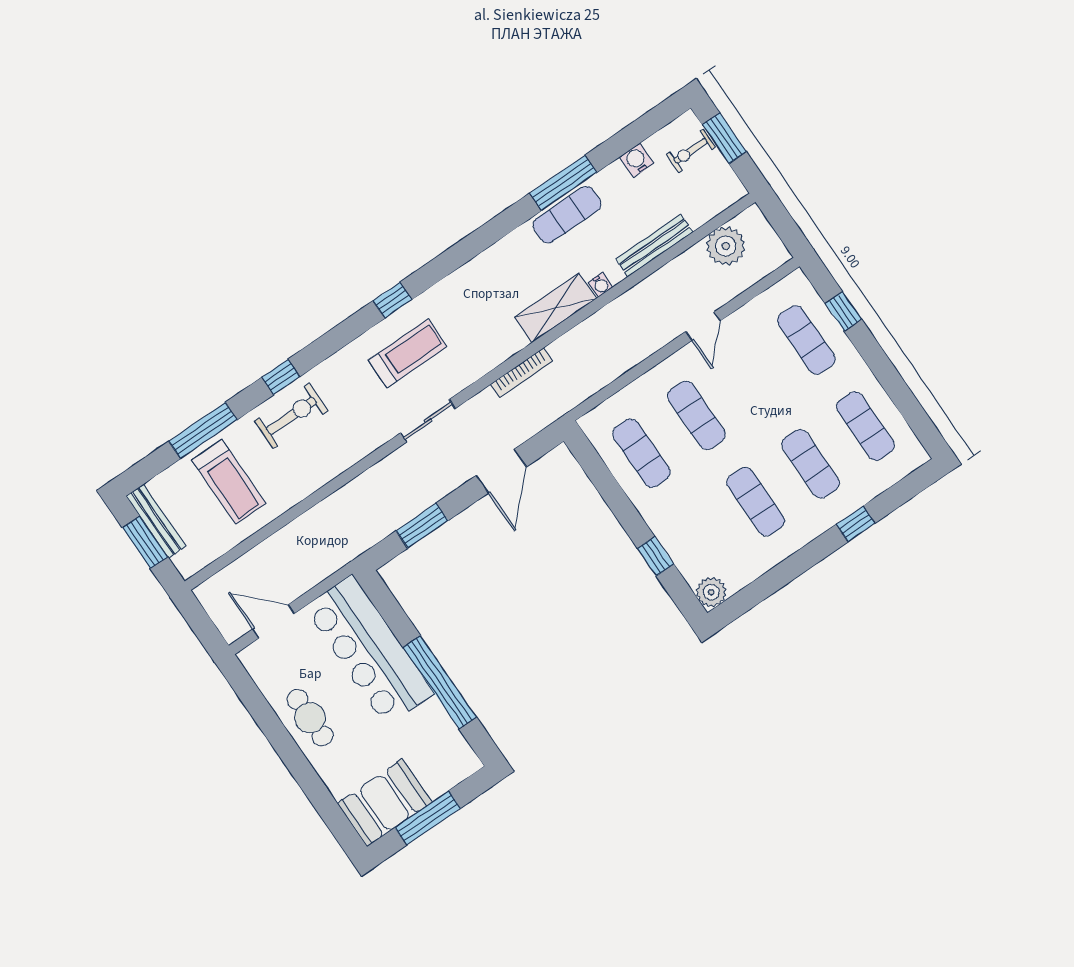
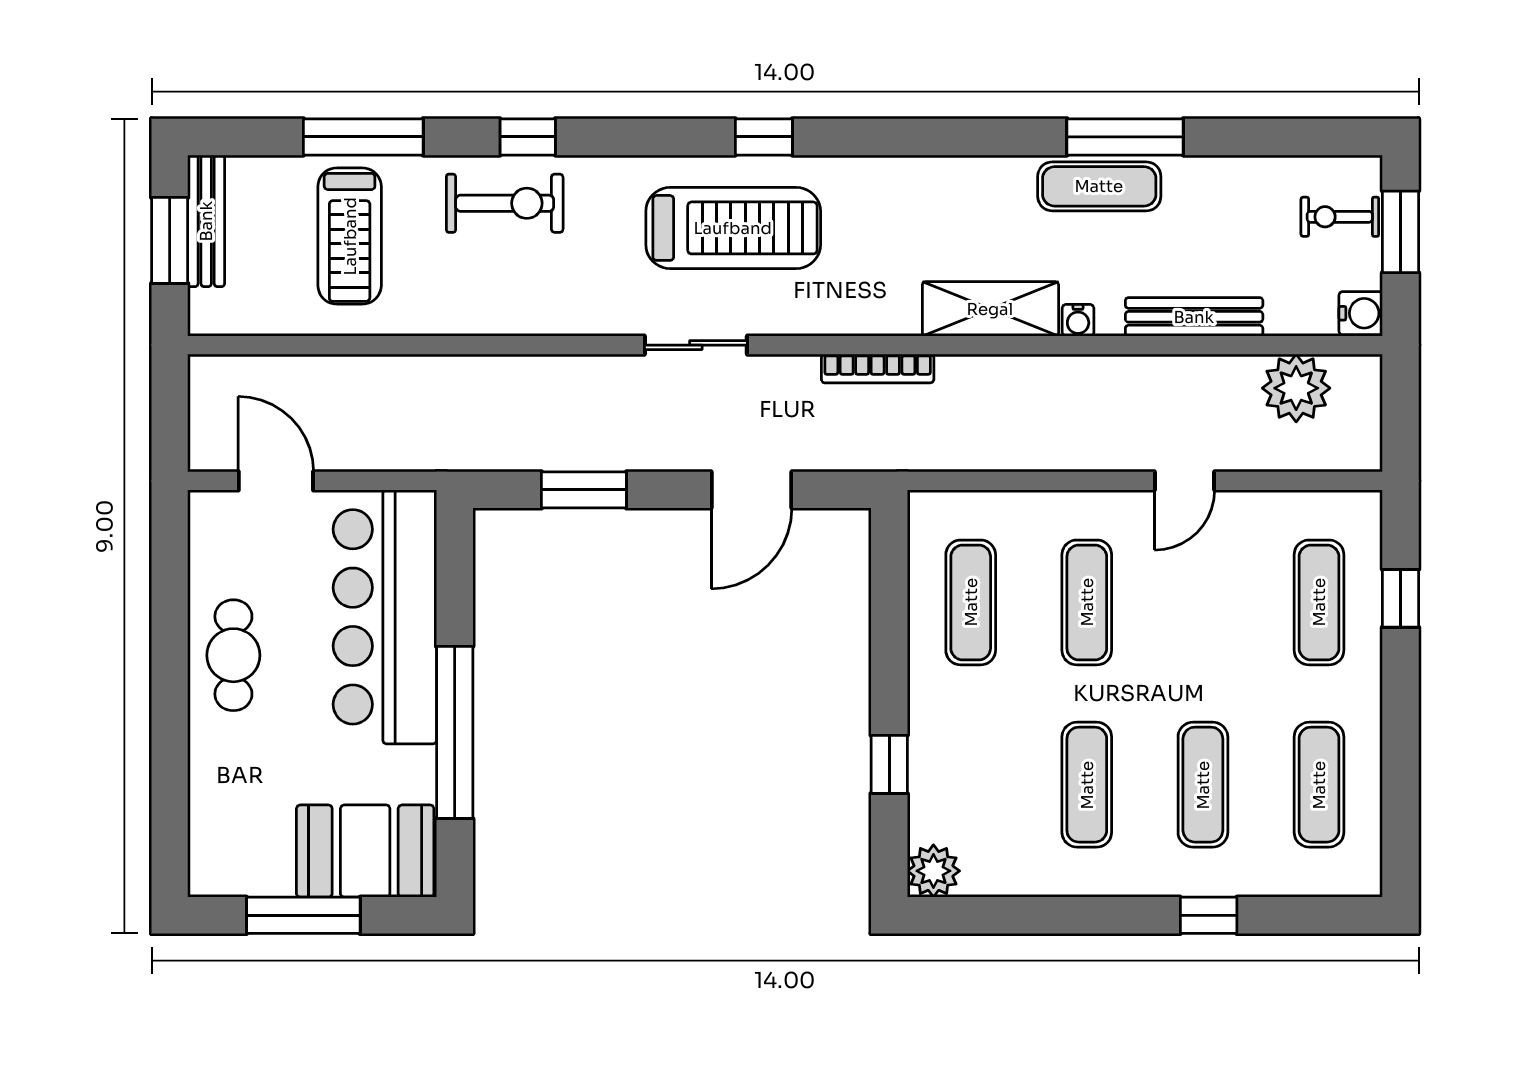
water cooler: (637, 160) -> (1361, 313), moved, turned 90
treadmill: (407, 353) -> (733, 228), width x1.37, depth x1.38
booth: (385, 803) -> (365, 851), moved

